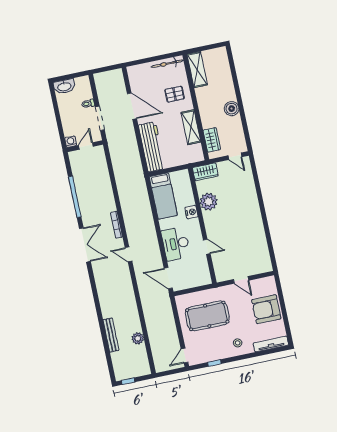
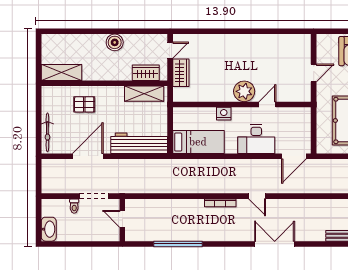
bicycle: (167, 64) -> (47, 132), moved
pallet: (175, 94) -> (84, 104), turned 90
shelving: (191, 127) -> (144, 94), moved
washing machine: (71, 142) -> (114, 235), removed
wardrobe: (205, 172) -> (181, 73), moved
plant: (209, 202) -> (244, 91), moved
double door: (85, 245) -> (275, 244), moved
door: (128, 254) -> (257, 196), hinge flipped

